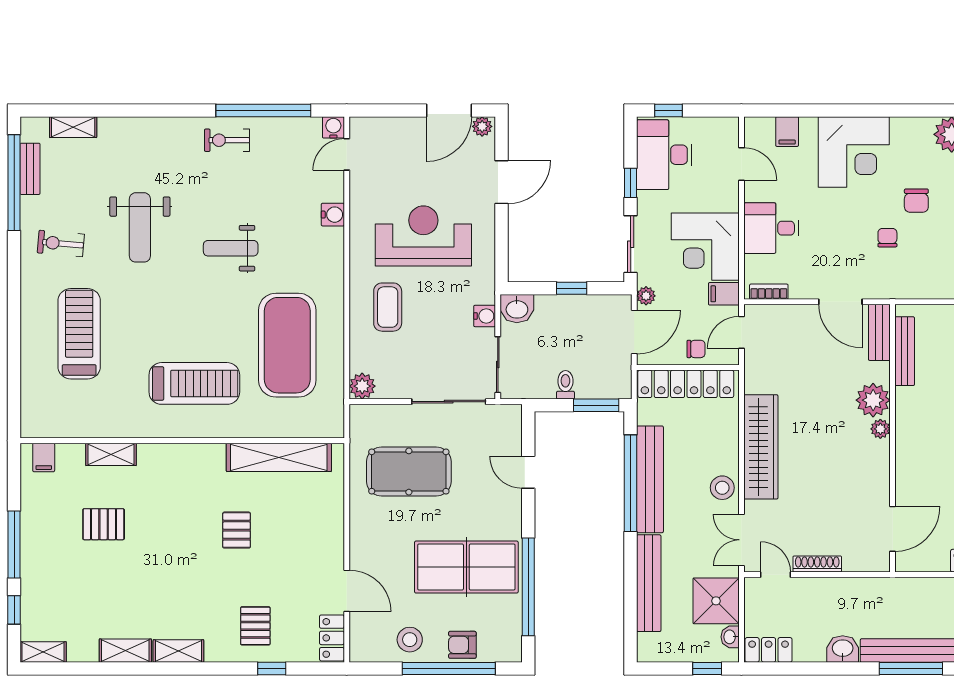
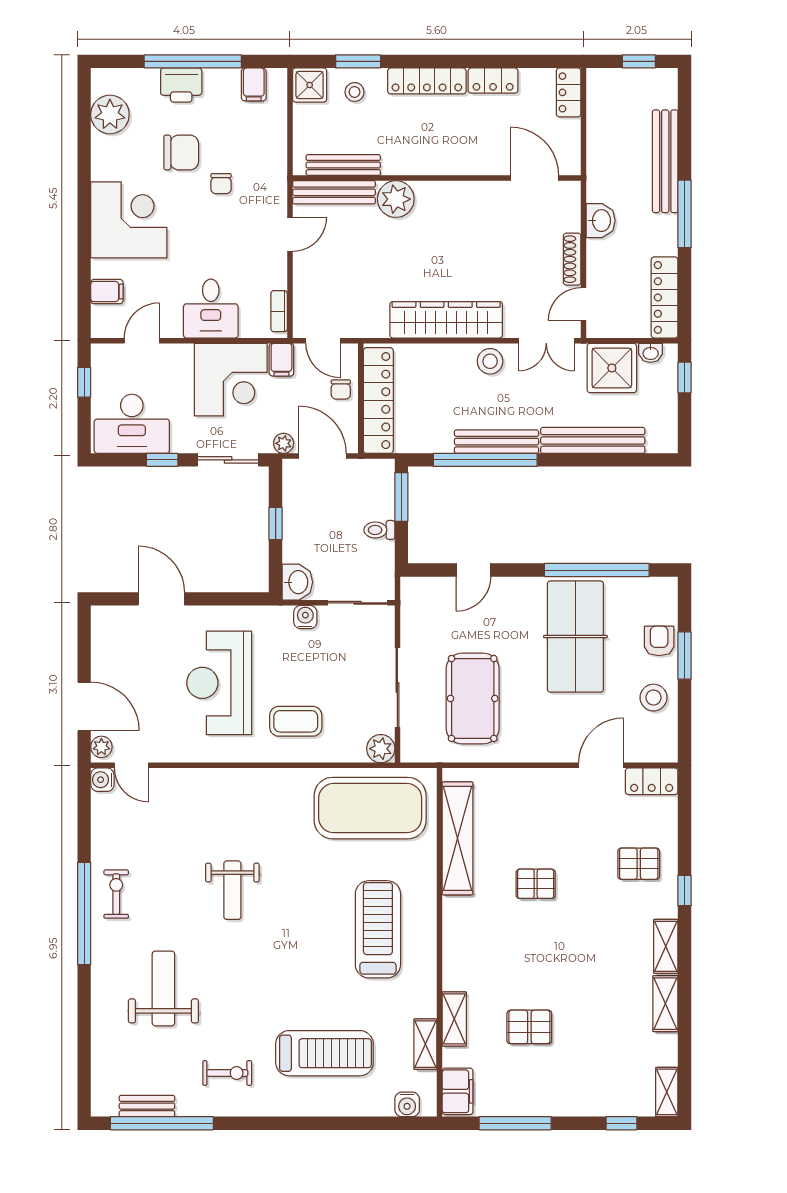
window: (263, 110) -> (84, 913), moved
door: (449, 110) -> (84, 706), moved
window: (669, 110) -> (84, 382), moved
plant: (482, 126) -> (101, 747), moved
shelving: (73, 127) -> (425, 1044), moved
exercise bike: (227, 140) -> (116, 894), turned 180
chair: (916, 201) -> (181, 152), width x1.37, depth x1.37
water cooler: (333, 215) -> (407, 1104), moved, turned 180
weight bench: (140, 227) -> (163, 988), moved, turned -90
chair: (887, 238) -> (221, 184), turned -90
exercise bike: (61, 243) -> (227, 1073), turned -95
door: (840, 302) -> (290, 234), width x0.73
bench: (879, 332) -> (334, 192), width x1.36
treadmill: (79, 334) -> (324, 1053), turned 180
exercise mat: (287, 345) -> (370, 808), moved
chair: (696, 349) -> (341, 390), turned 180
sliding door: (449, 402) -> (397, 688), moved
plant: (880, 429) -> (427, 191), removed
filing cabinet: (44, 457) -> (458, 1091), width x2.00
bench: (650, 479) -> (496, 442), width x0.73, depth x0.82
pallet: (104, 524) -> (529, 1027), turned 90
window: (14, 544) -> (515, 1123), moved
armchair: (462, 645) -> (659, 641), turned 180
washbasin: (843, 649) -> (601, 221), moved, turned 180
locker: (769, 650) -> (665, 297), width x1.53
window: (272, 668) -> (685, 891), moved
window: (449, 668) -> (685, 656), width x0.47
window: (911, 668) -> (685, 214), moved

